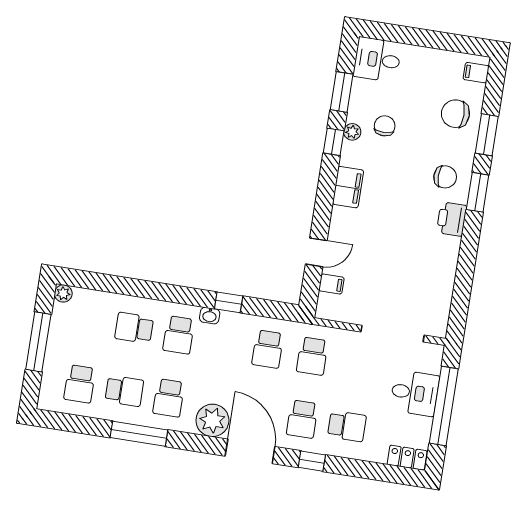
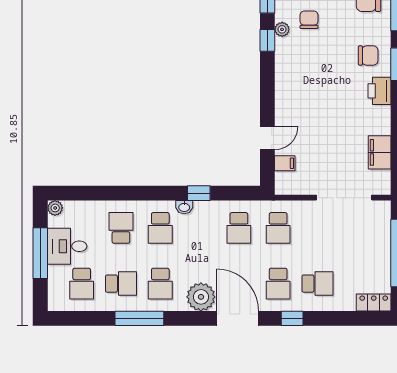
filing cabinet: (348, 187) -> (380, 152), moved, turned 180
school desk: (134, 328) -> (121, 228), turned 90
desk: (415, 393) -> (67, 246), moved, turned 180

